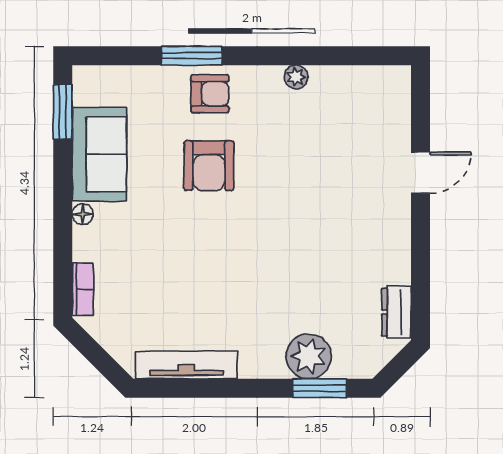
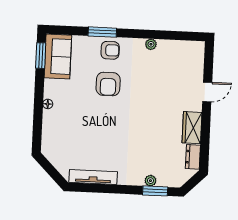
sofa: (99, 154) -> (58, 56), moved
wardrobe: (392, 250) -> (192, 128), added
bookcase: (83, 289) -> (46, 139), removed
plant: (309, 356) -> (150, 181), width x0.53, depth x0.53

